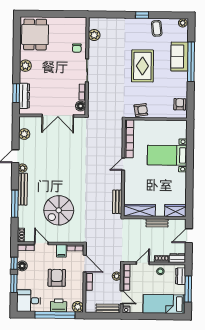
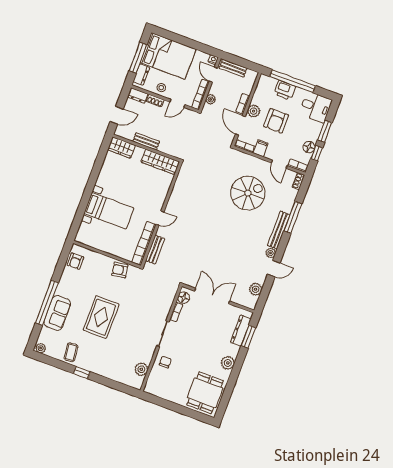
bench: (117, 202) -> (155, 250), moved
bed: (164, 304) -> (168, 56), width x1.50
plant: (78, 307) -> (254, 111), moved

